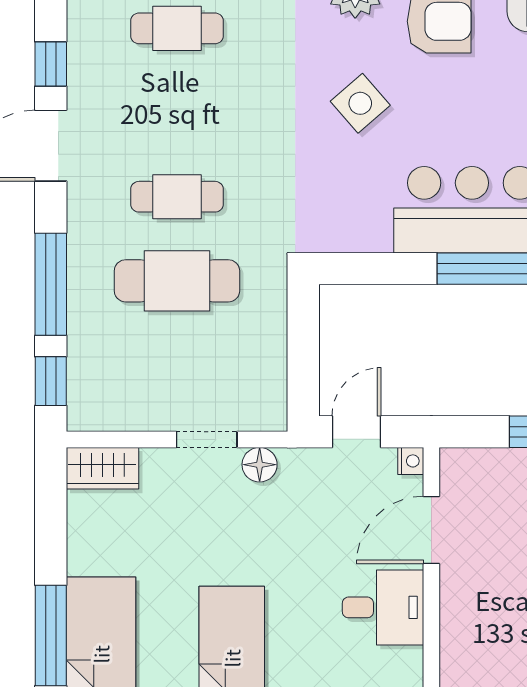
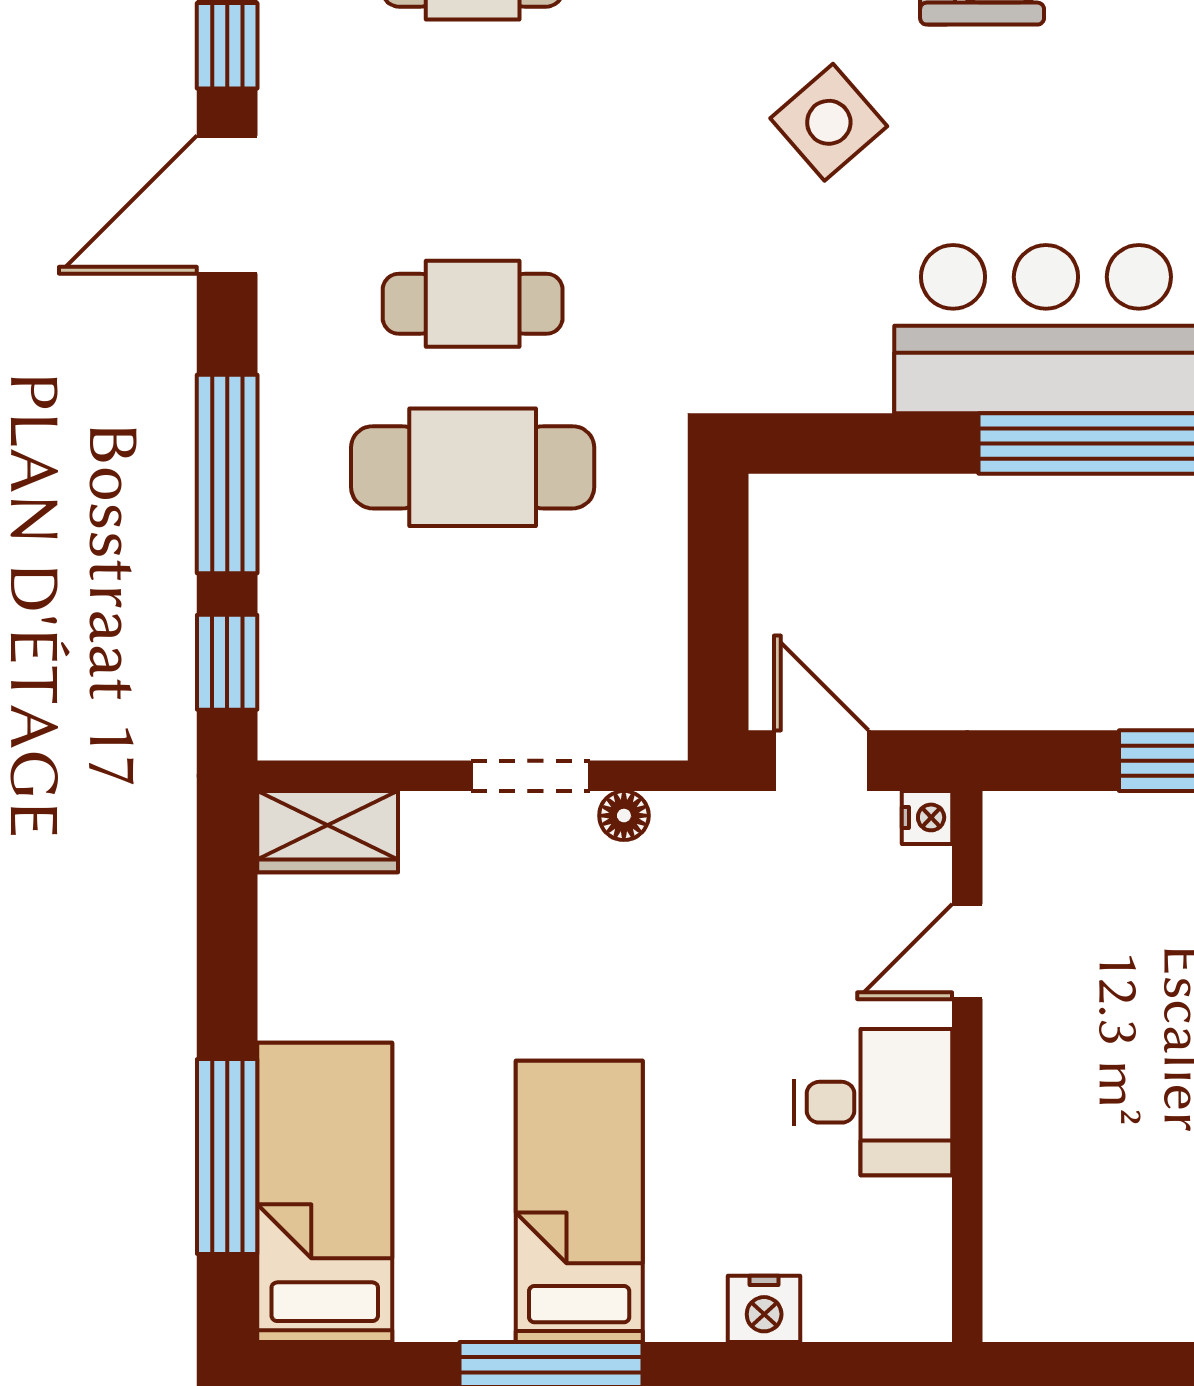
door: (356, 432) -> (821, 761), hinge flipped
floor lamp: (260, 465) -> (624, 816), width x0.73, depth x0.73
door: (431, 530) -> (967, 952), width x0.73

